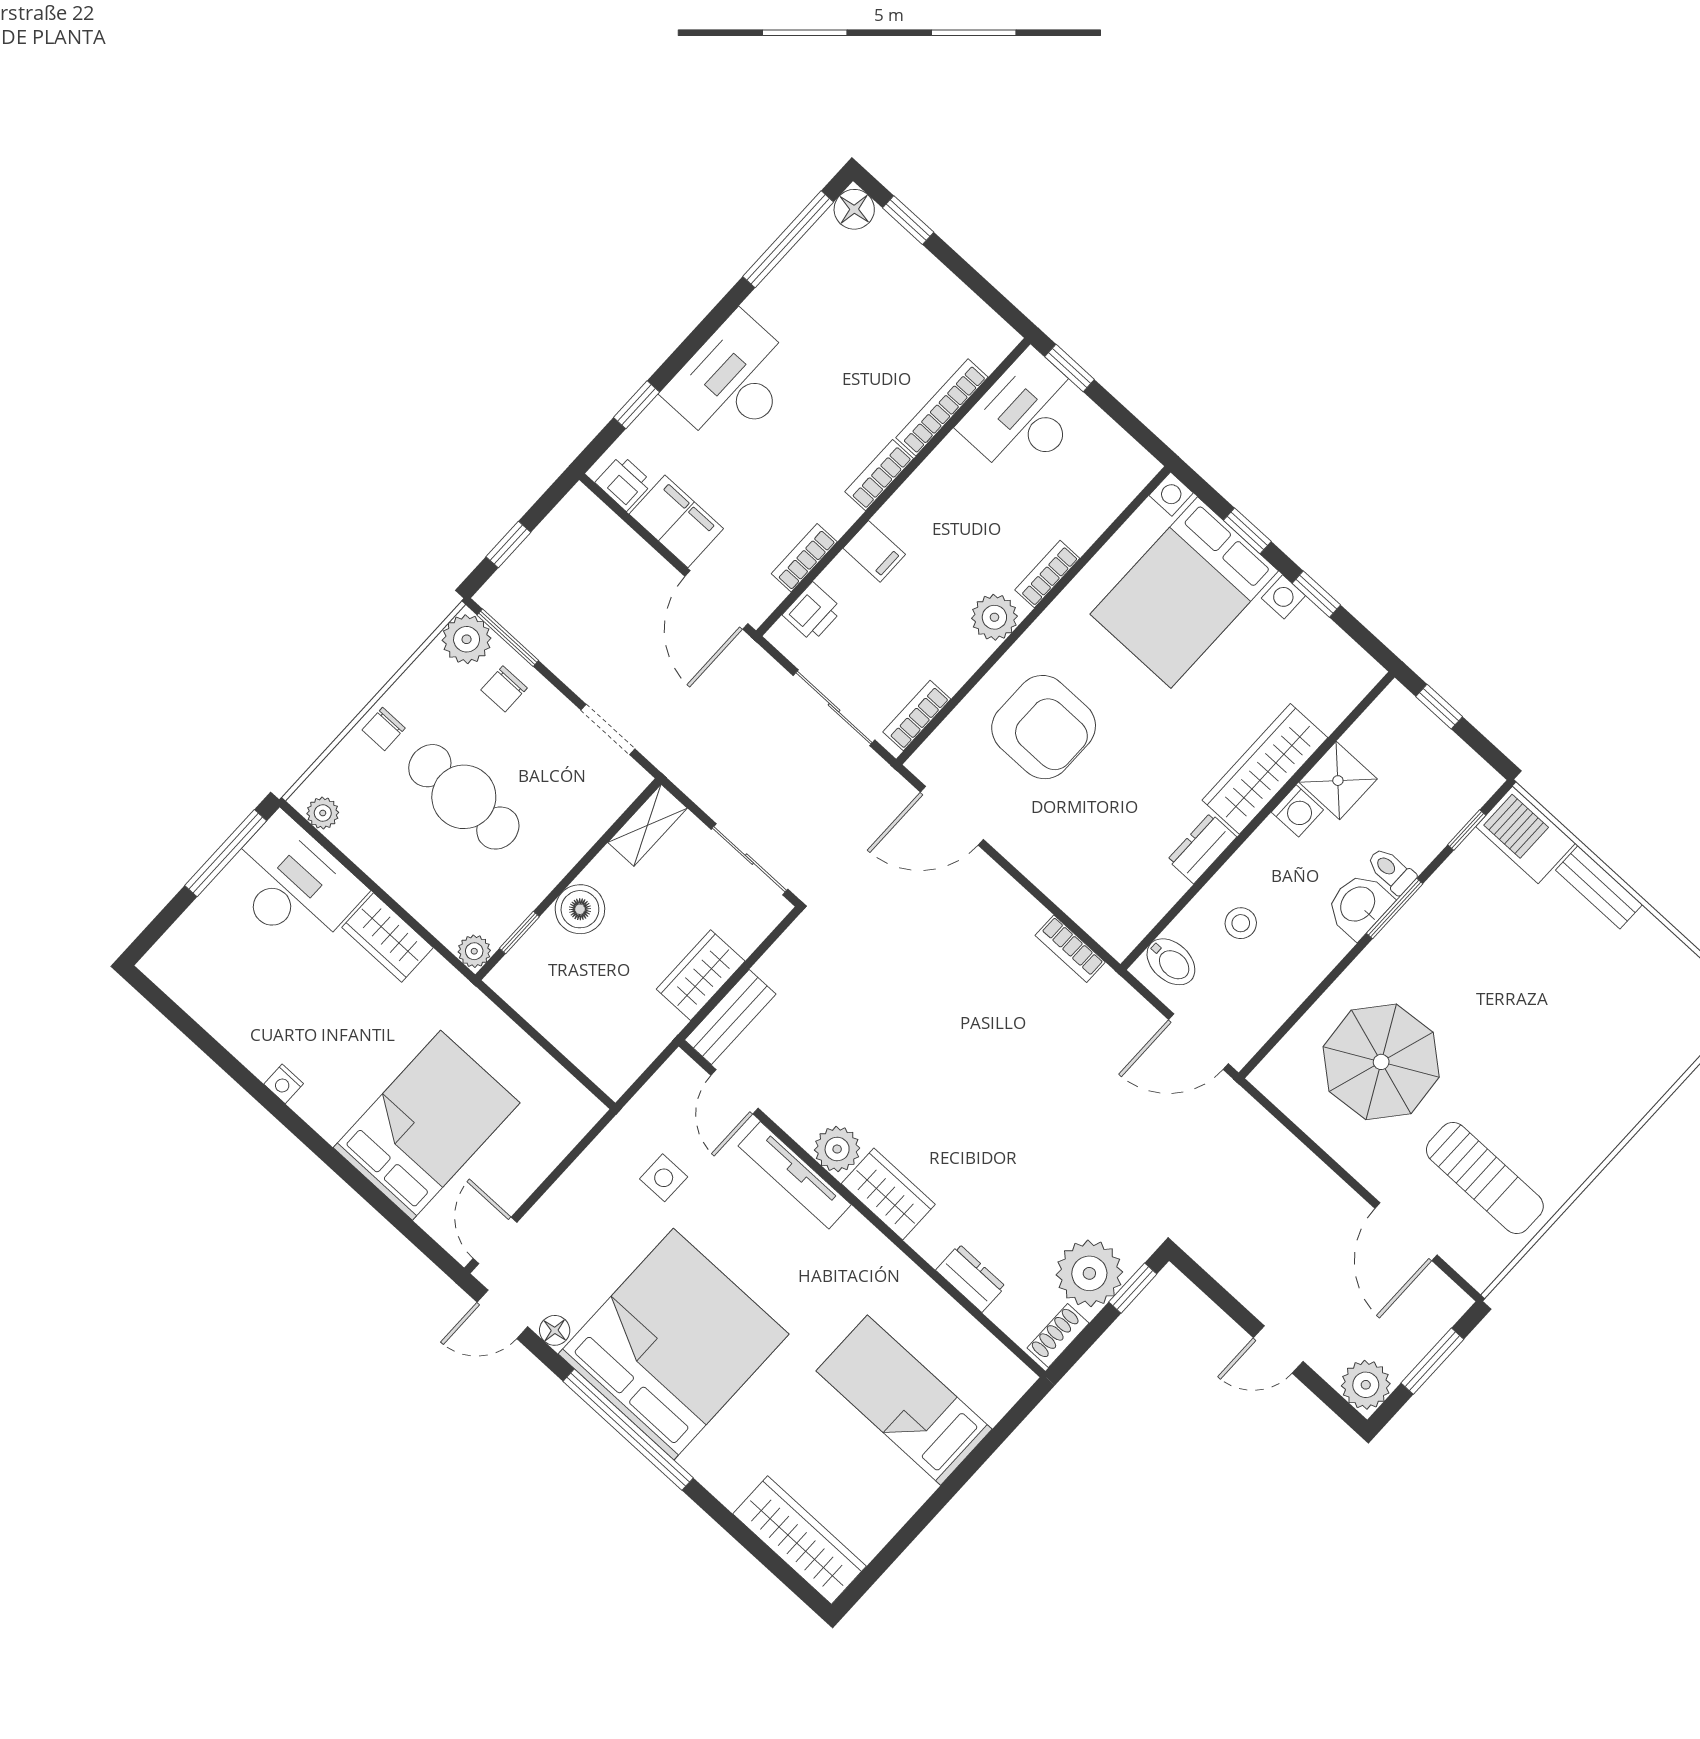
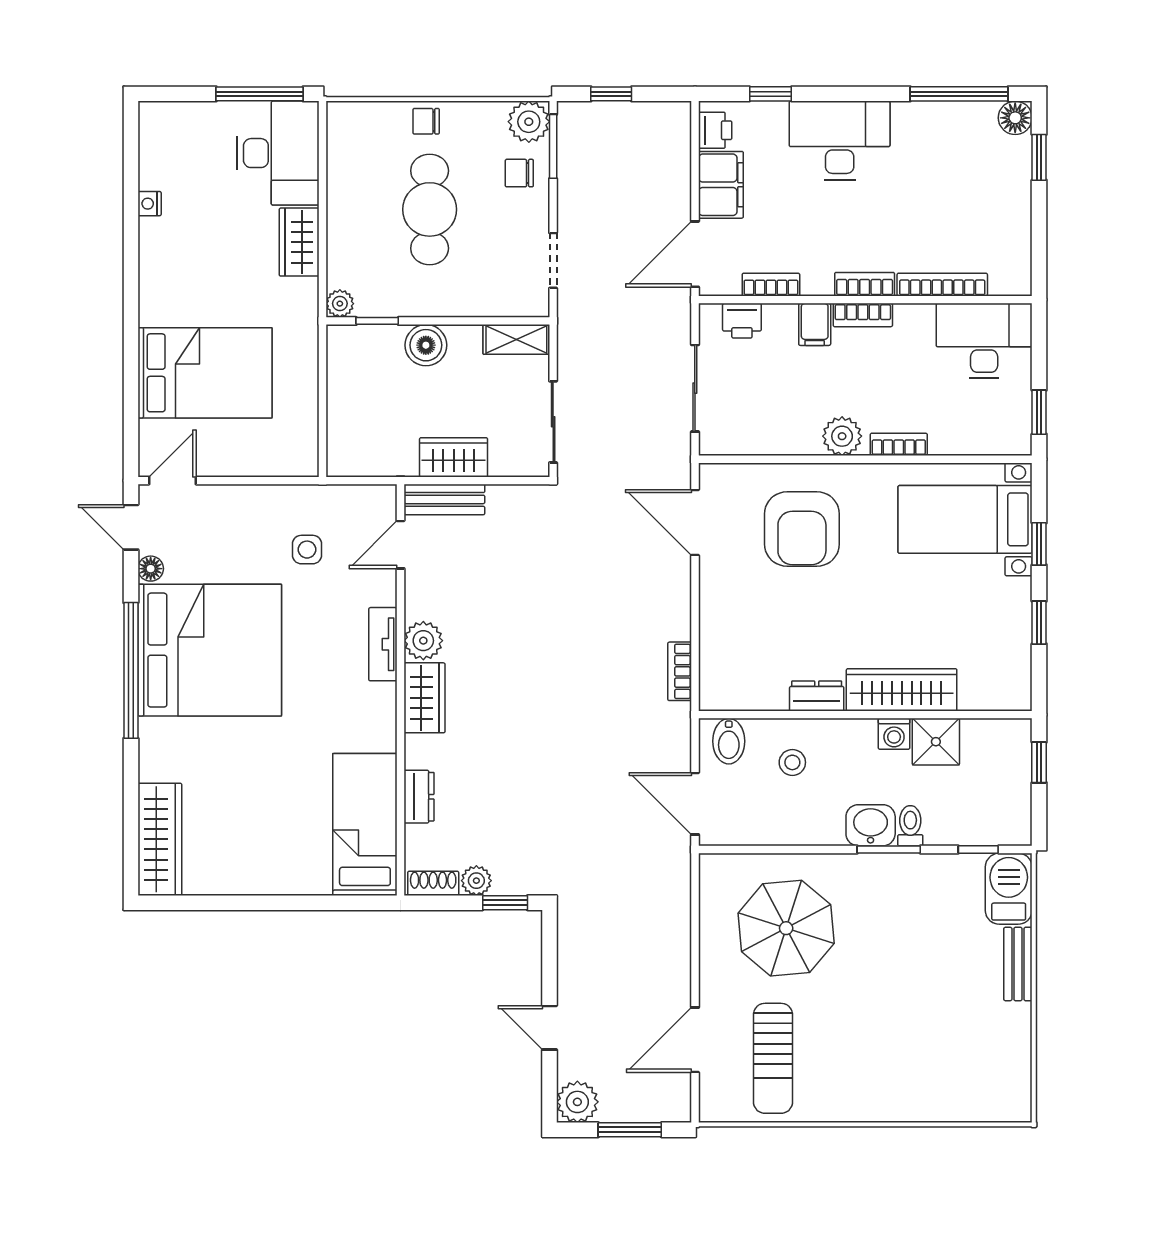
window: (1070, 368) -> (1039, 412), moved
bed with nightstands: (1184, 593) -> (965, 519), width x0.73
bookcase: (917, 716) -> (863, 315), moved, turned 180
plant: (323, 813) -> (340, 131), removed
nightstand: (284, 1084) -> (150, 204), moved
tv unit: (795, 1175) -> (383, 644), width x0.71
plant: (1089, 1273) -> (476, 881), width x0.53, depth x0.53
bed: (904, 1400) -> (365, 825), moved

